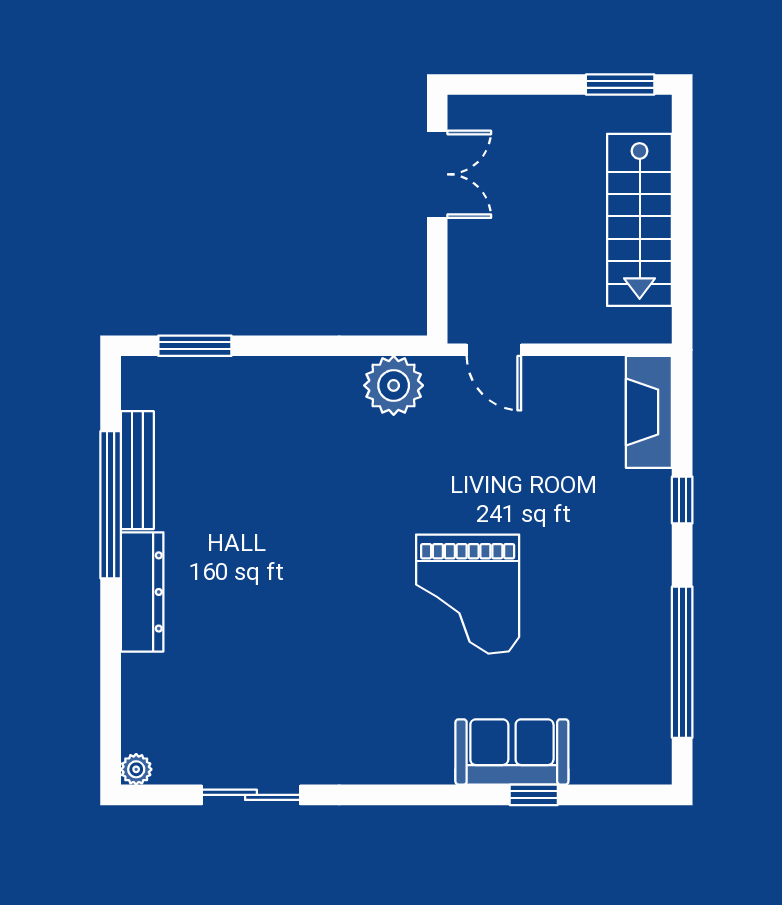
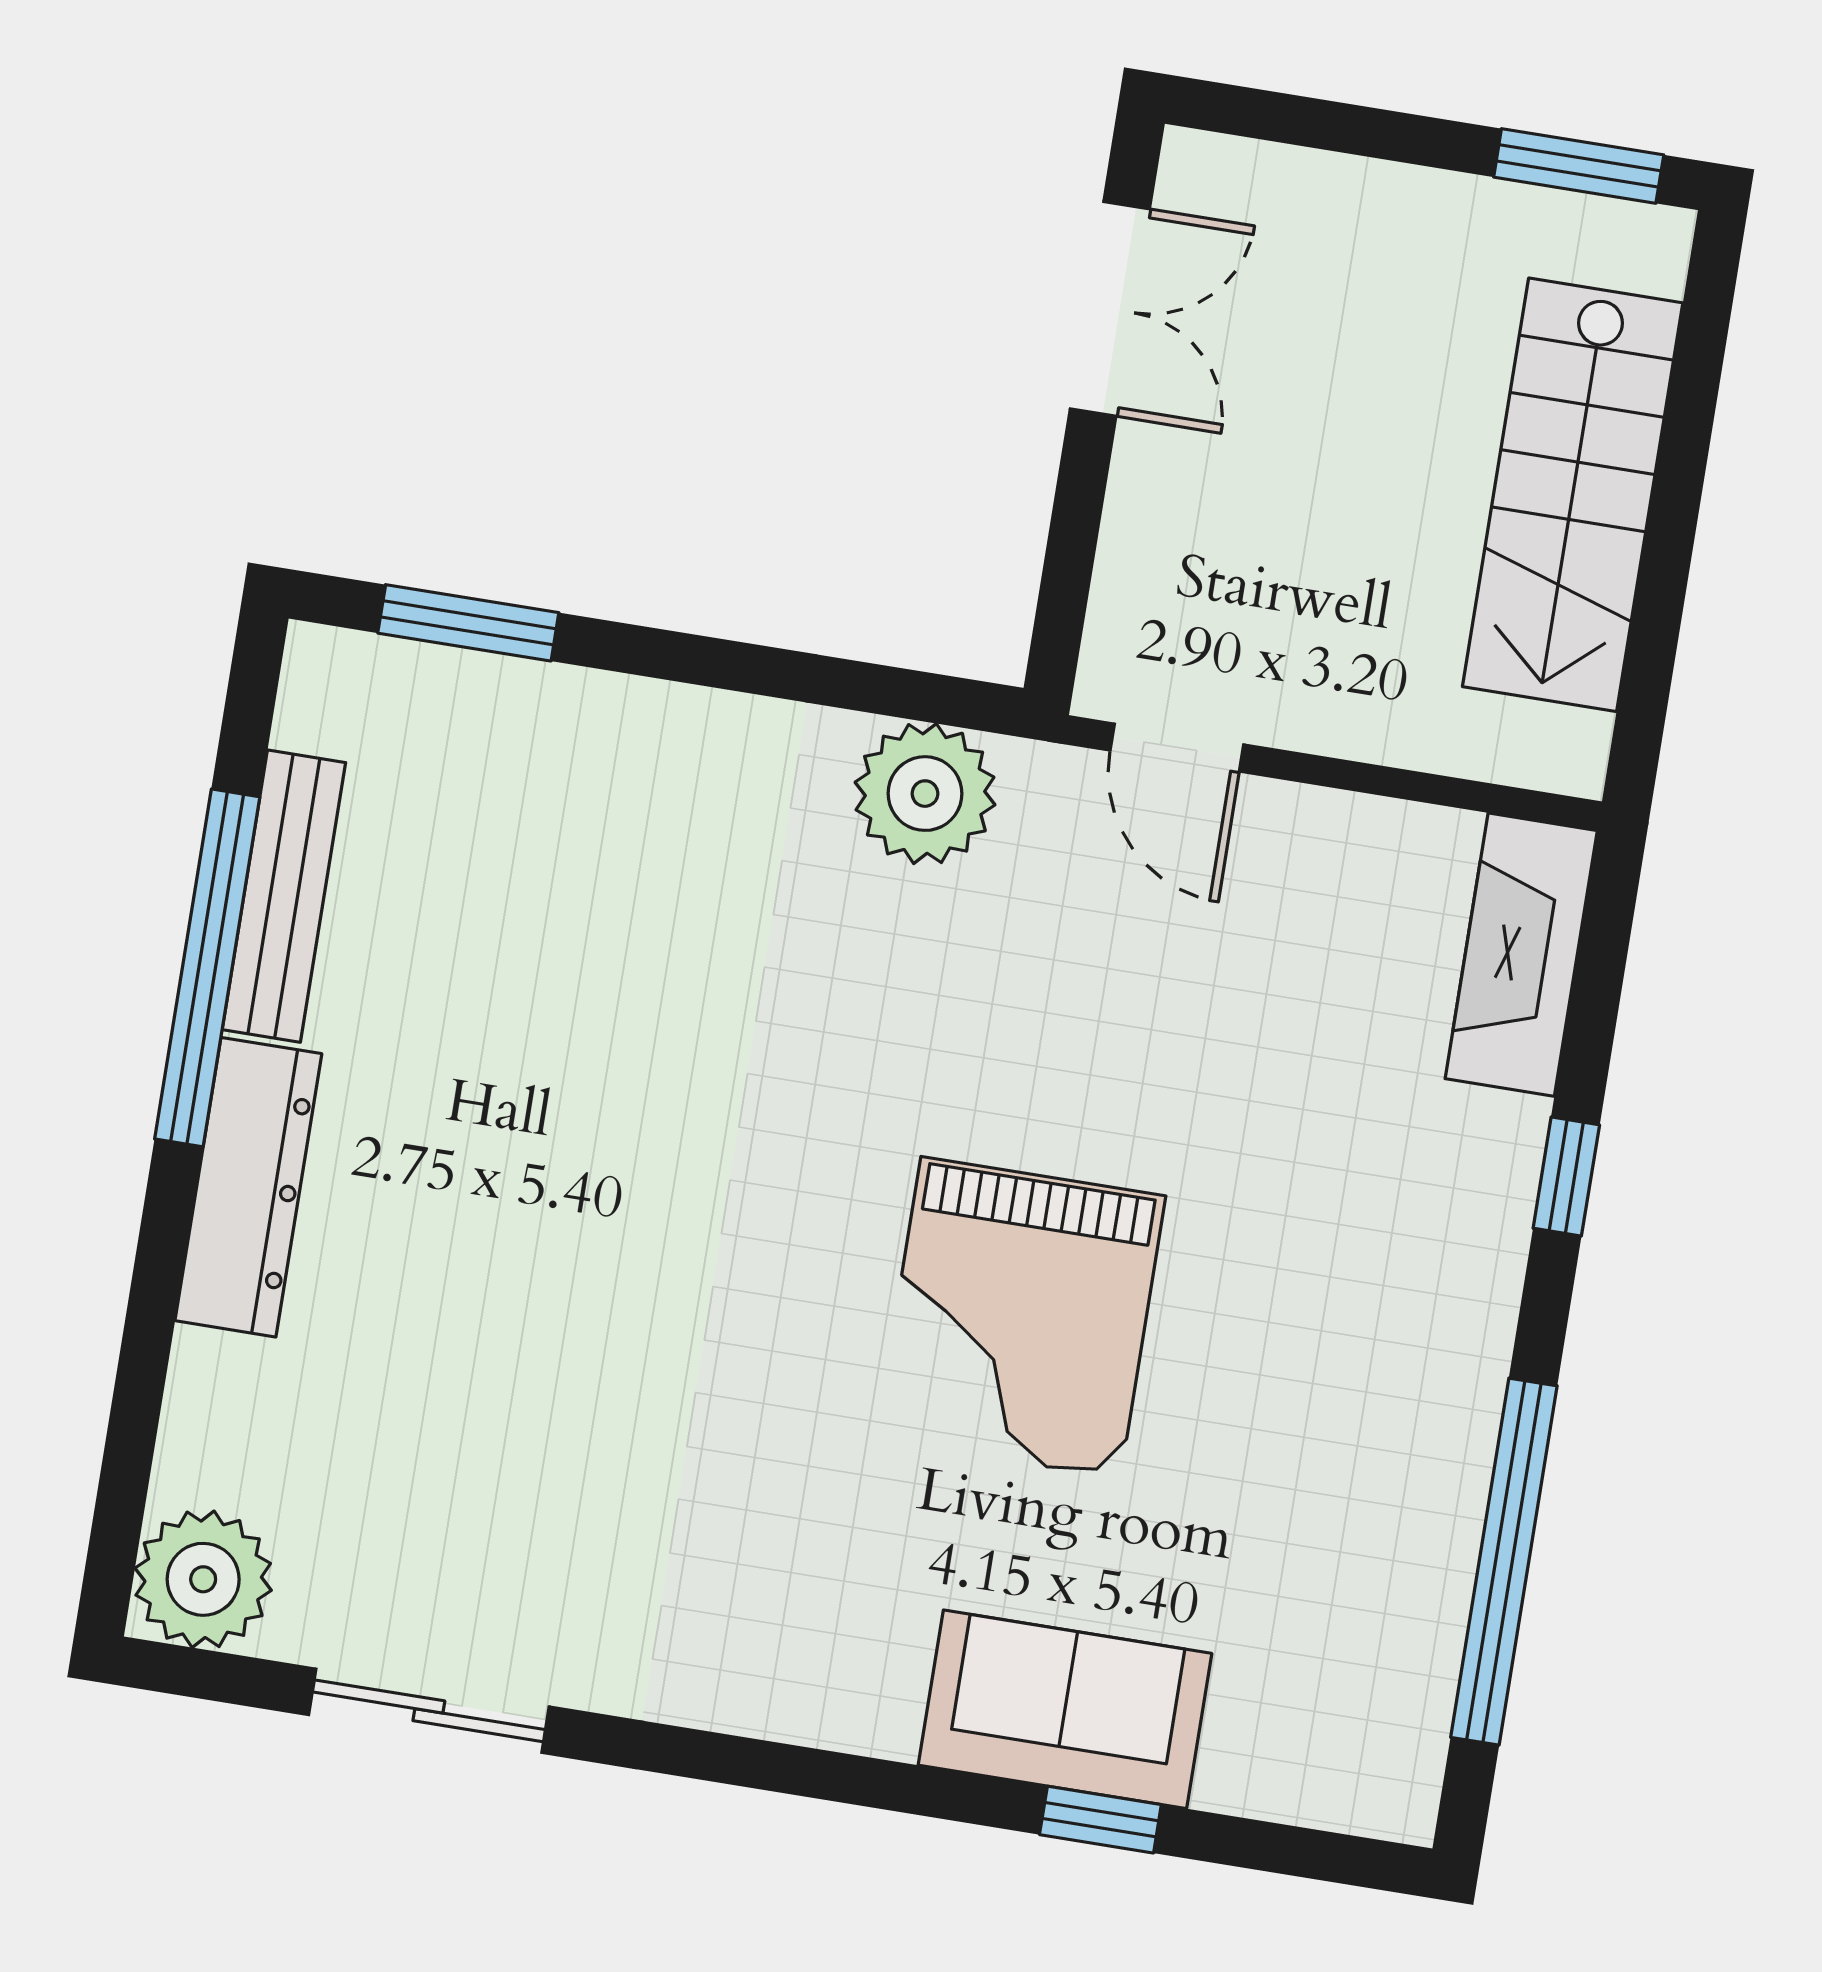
plant: (136, 769) -> (203, 1579), width x1.88, depth x1.88

